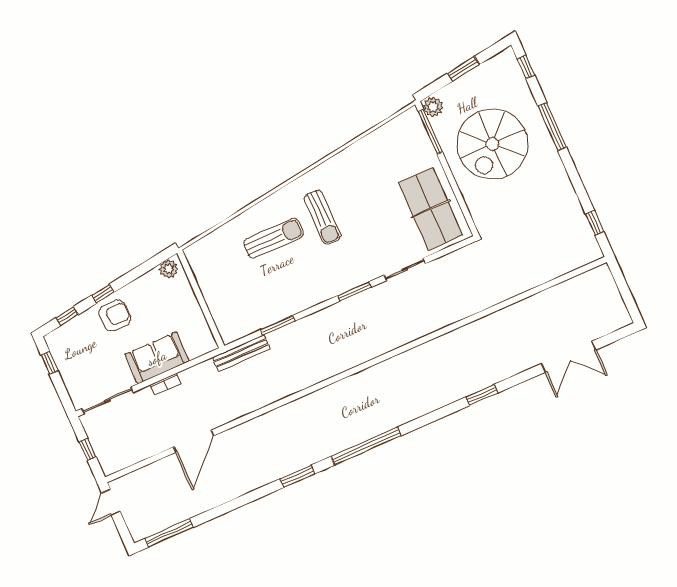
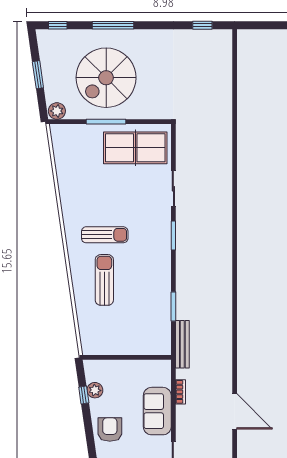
window: (430, 132) -> (106, 122), moved
spiral stairs: (492, 144) -> (106, 78), turned 90
plant: (169, 269) -> (95, 390), moved
window: (103, 294) -> (84, 395), moved
bookcase: (166, 384) -> (181, 392), moved

